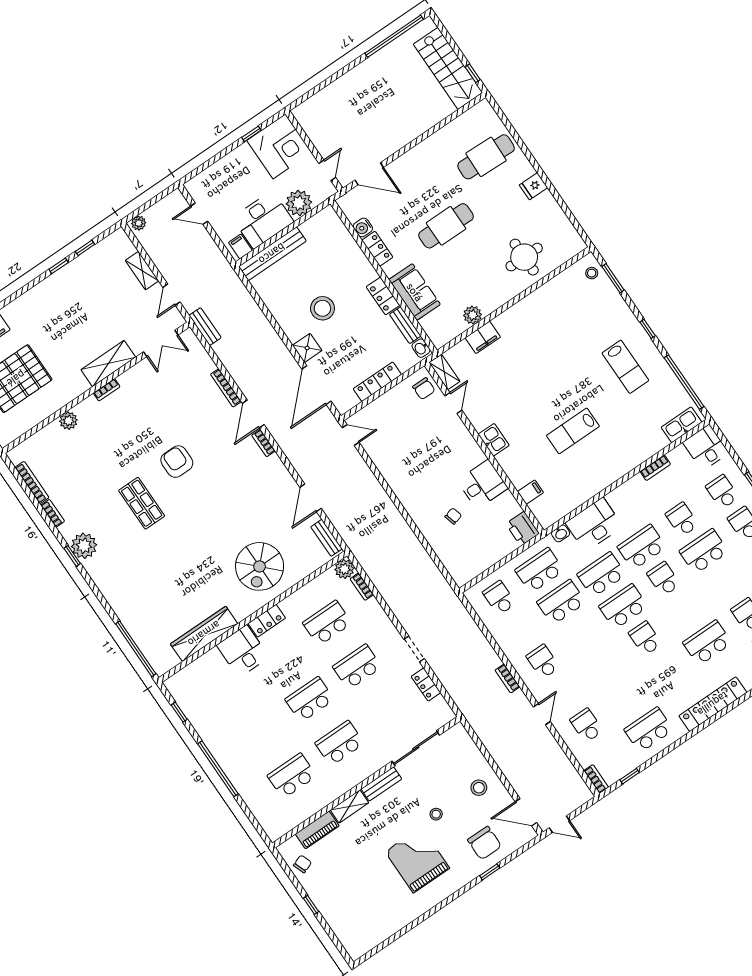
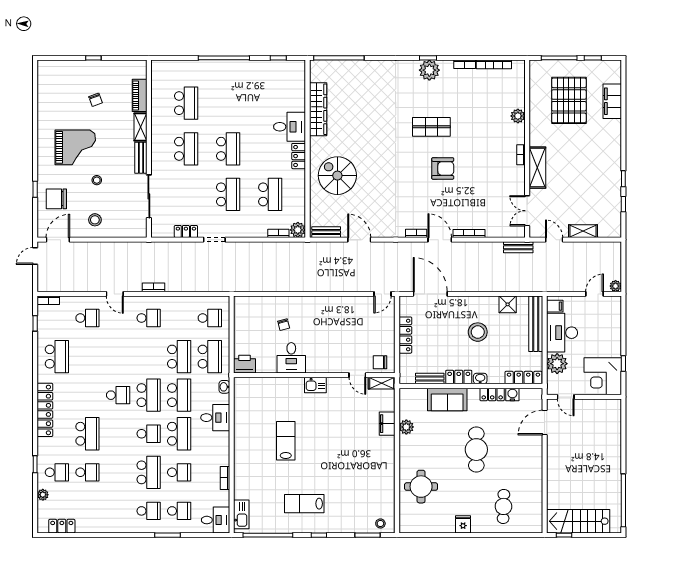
cafe table: (486, 157) -> (503, 506), width x0.73, depth x0.74
plant: (139, 223) -> (616, 286), moved
locker: (337, 228) -> (523, 378), added
shower: (307, 348) -> (508, 304), moved
washbasin: (421, 348) -> (480, 379), moved
filing cabinet: (530, 492) -> (265, 386), removed
desk: (594, 525) -> (215, 418), width x0.73
chair: (302, 864) -> (95, 100), moved

